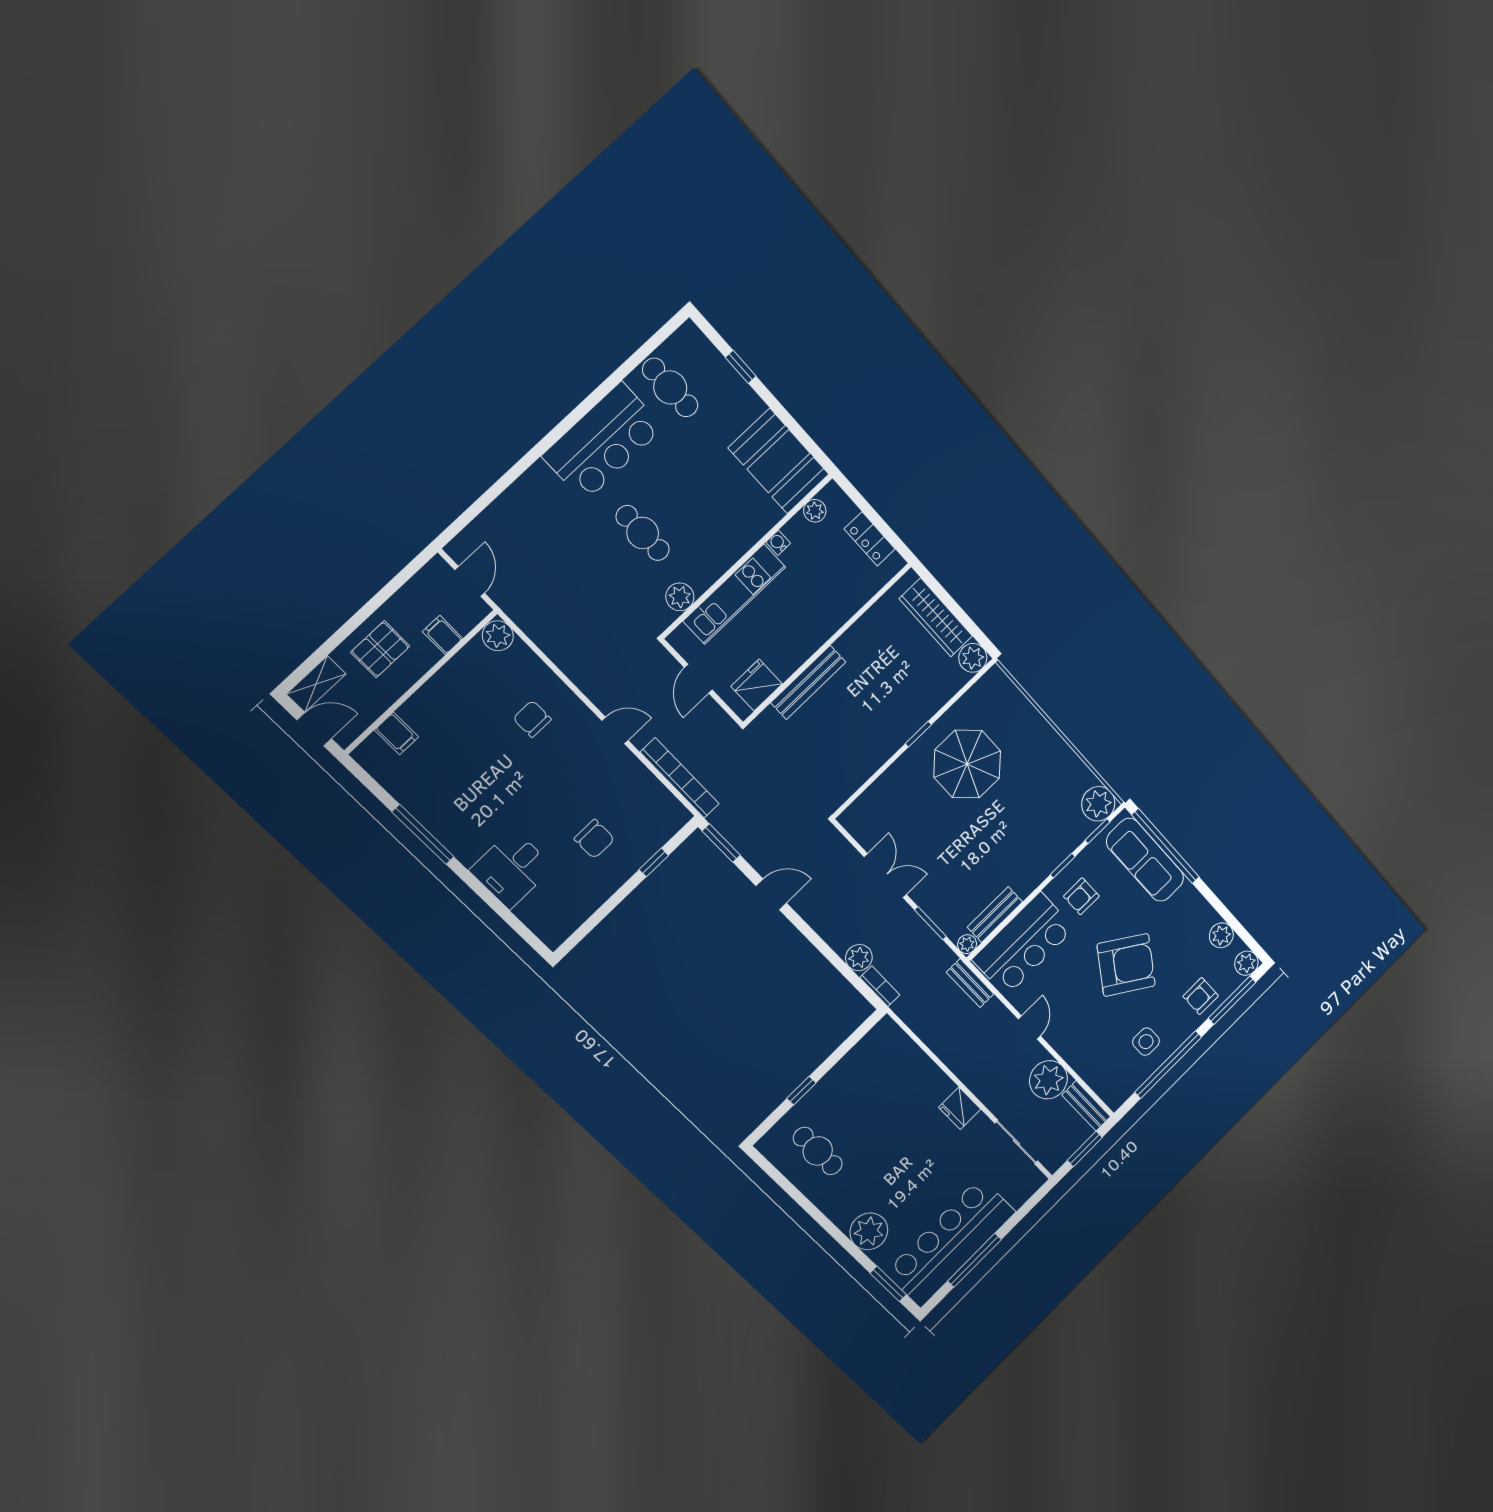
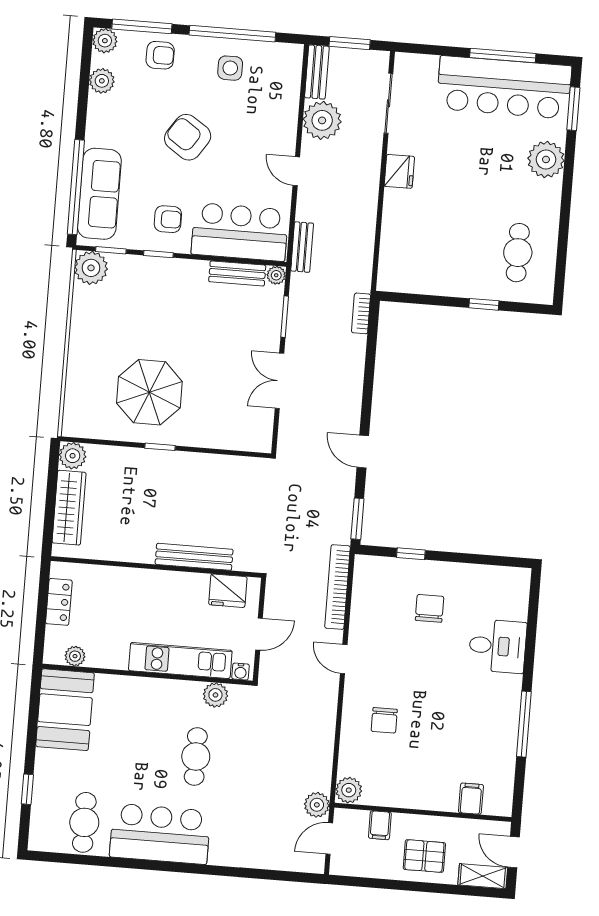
water cooler: (778, 543) -> (240, 672), moved
plant: (859, 958) -> (317, 805), moved
armchair: (1126, 965) -> (188, 137), width x0.73, depth x0.73
door: (1029, 1028) -> (296, 171), hinge flipped

